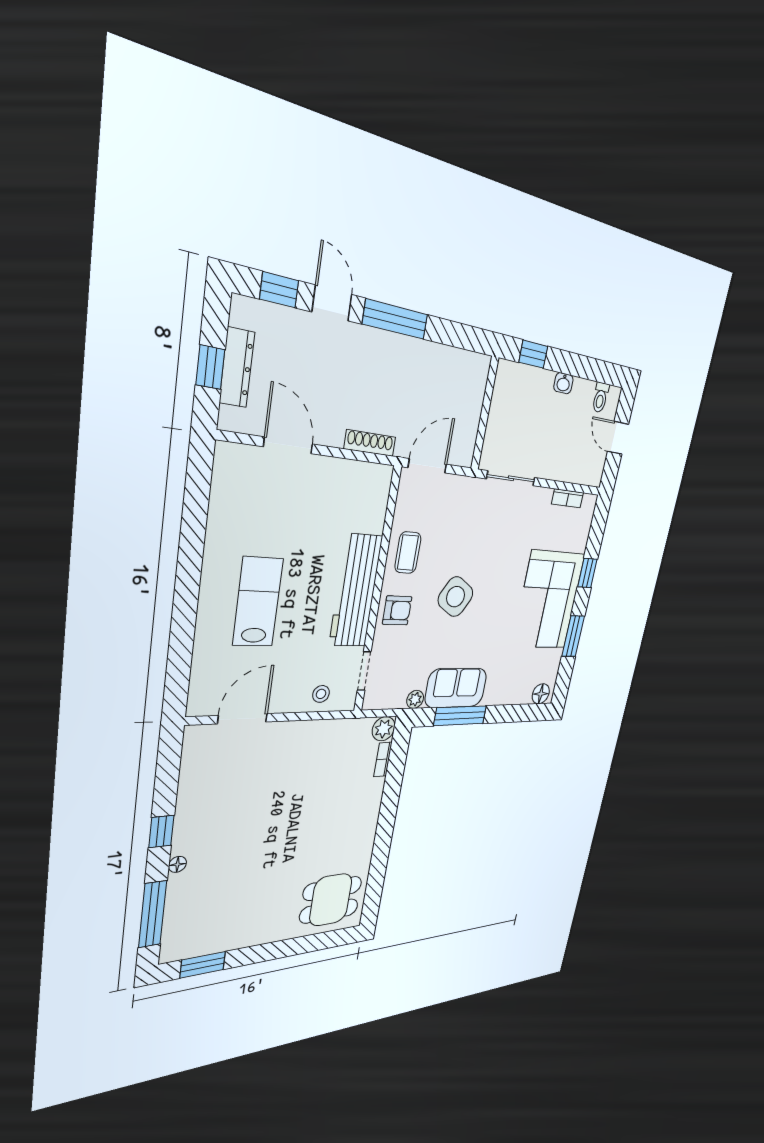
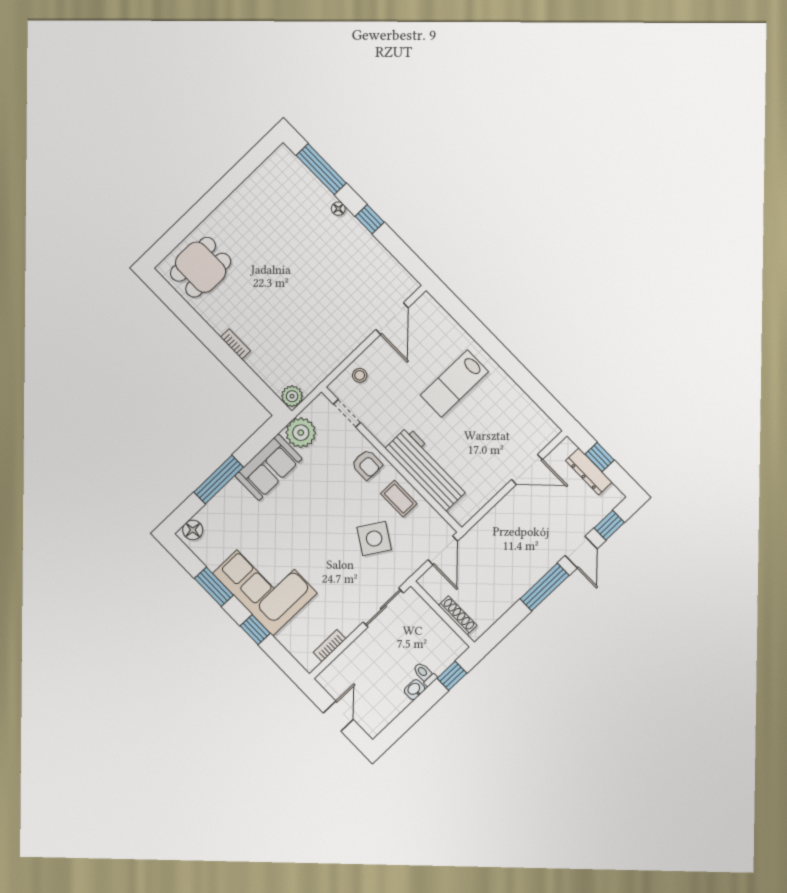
door: (332, 303) -> (581, 552), hinge flipped
toilet: (600, 397) -> (425, 674), moved
door: (618, 438) -> (338, 716), hinge flipped
shoe rack: (370, 443) -> (458, 615), moved, turned -90
workbench: (356, 591) -> (427, 469), moved
side table: (456, 597) -> (374, 538), moved
lab bench: (258, 602) -> (454, 383), turned 90
armchair: (397, 610) -> (367, 464), turned -90
plant: (415, 699) -> (301, 433), width x1.88, depth x1.88
window: (460, 716) -> (219, 480), moved
bookcase: (383, 759) -> (235, 344), moved
window: (203, 965) -> (251, 162), removed

